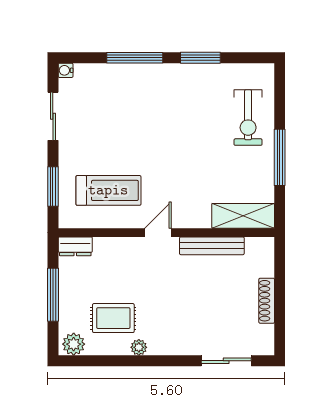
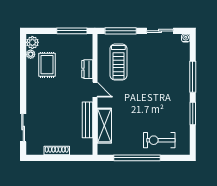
window: (280, 157) -> (137, 158), width x1.46
window: (53, 187) -> (121, 31), width x1.44
shelving: (243, 216) -> (104, 126), moved
dresser: (75, 246) -> (87, 69), moved
window: (53, 295) -> (72, 31), moved
plant: (139, 347) -> (31, 54), moved

